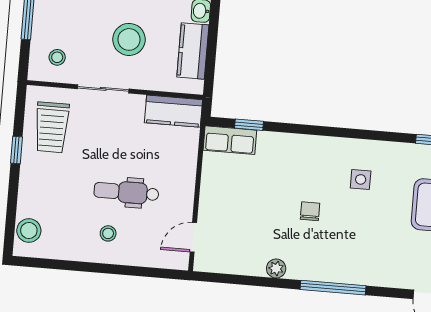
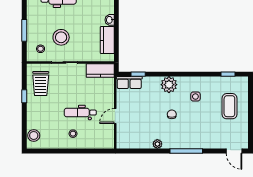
stool: (129, 39) -> (61, 37), moved
plant: (309, 151) -> (169, 85), added
door: (193, 237) -> (115, 116), moved

